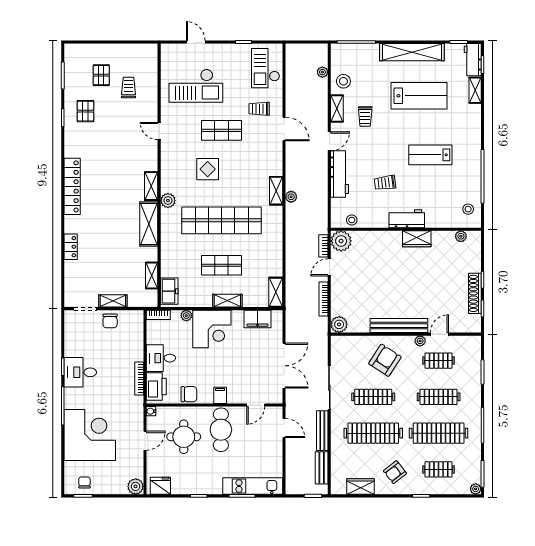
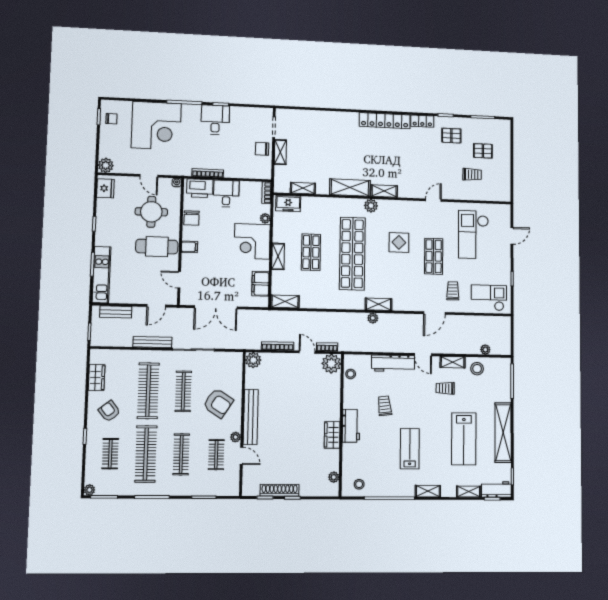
shelving: (475, 135) -> (428, 491), added
locker: (71, 247) -> (422, 121), moved
bench: (322, 468) -> (116, 312), moved

